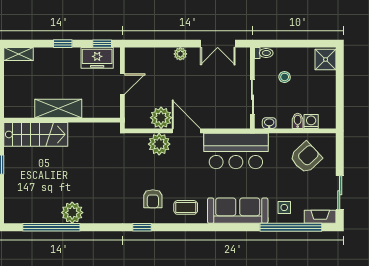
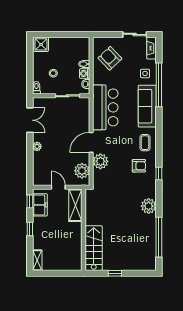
shelving: (58, 108) -> (75, 205), moved
plant: (161, 118) -> (82, 171), moved
washing machine: (311, 122) -> (85, 73), moved
plant: (72, 213) -> (149, 206), moved
window: (291, 227) -> (159, 85), moved

